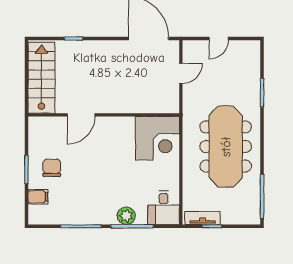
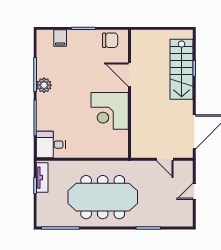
door: (219, 38) -> (194, 191), hinge flipped
stairs: (41, 78) -> (182, 69), moved, turned 90
corner desk: (157, 138) -> (110, 111), moved
chair: (52, 168) -> (110, 40), moved
plant: (126, 216) -> (44, 85), moved

